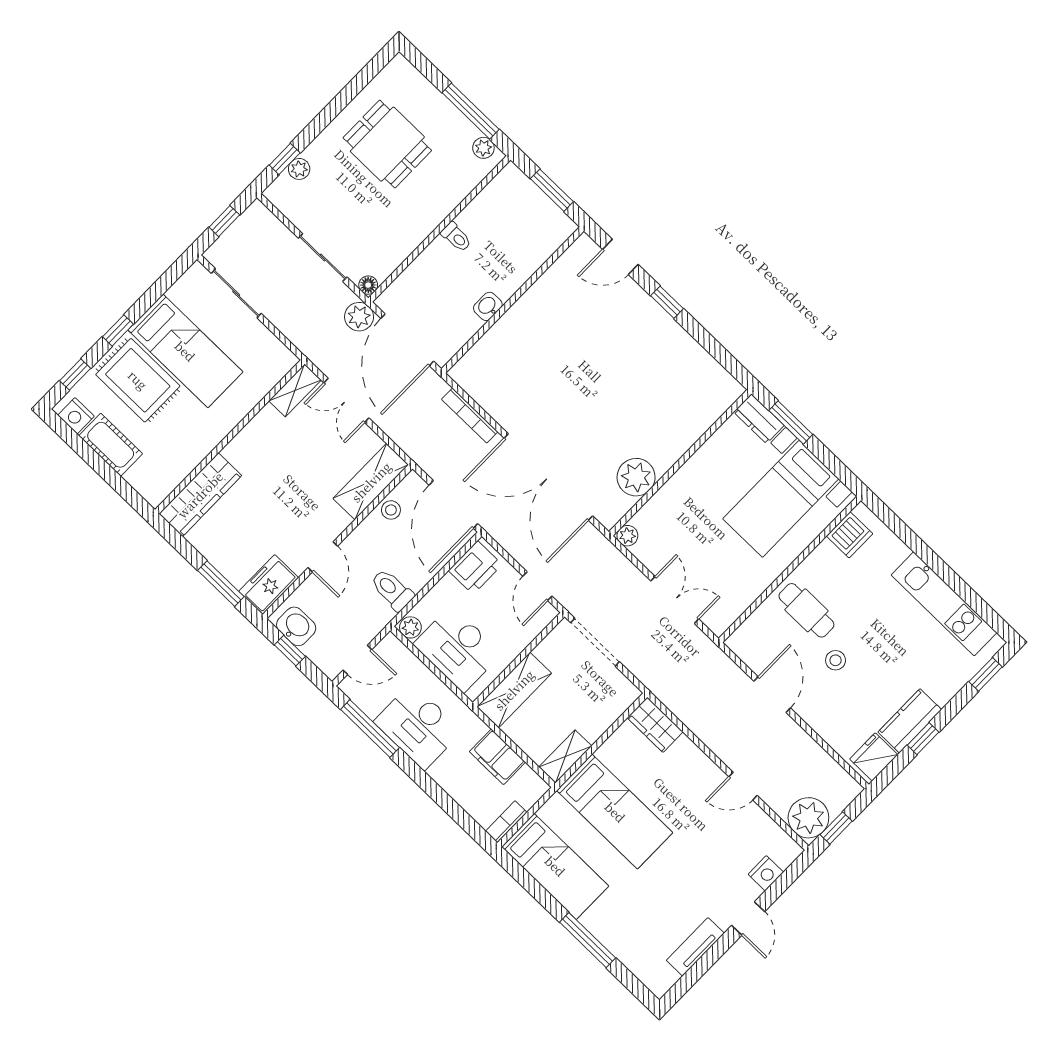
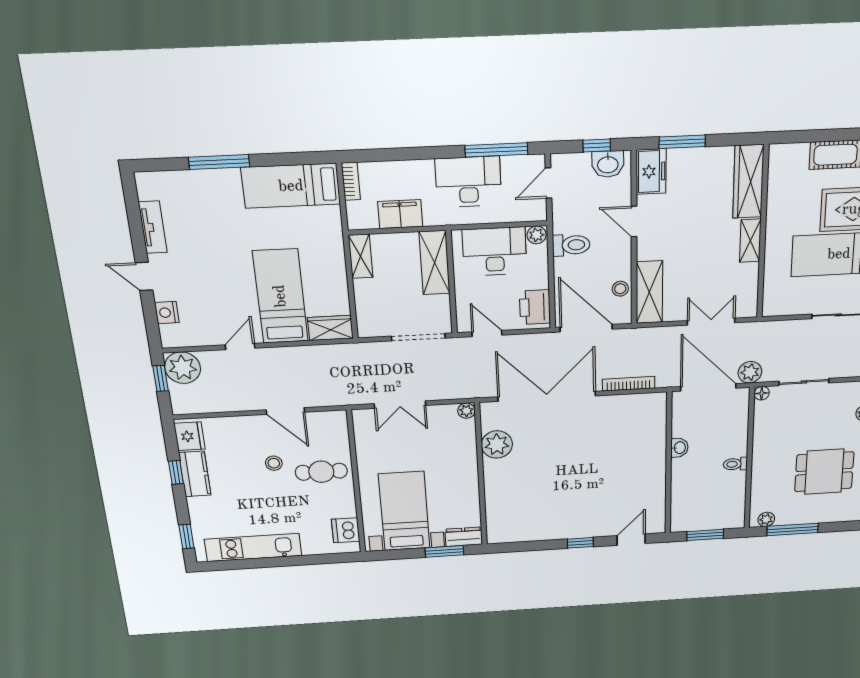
shelving: (295, 390) -> (750, 241), moved
bed: (615, 812) -> (280, 296), moved, turned 90

